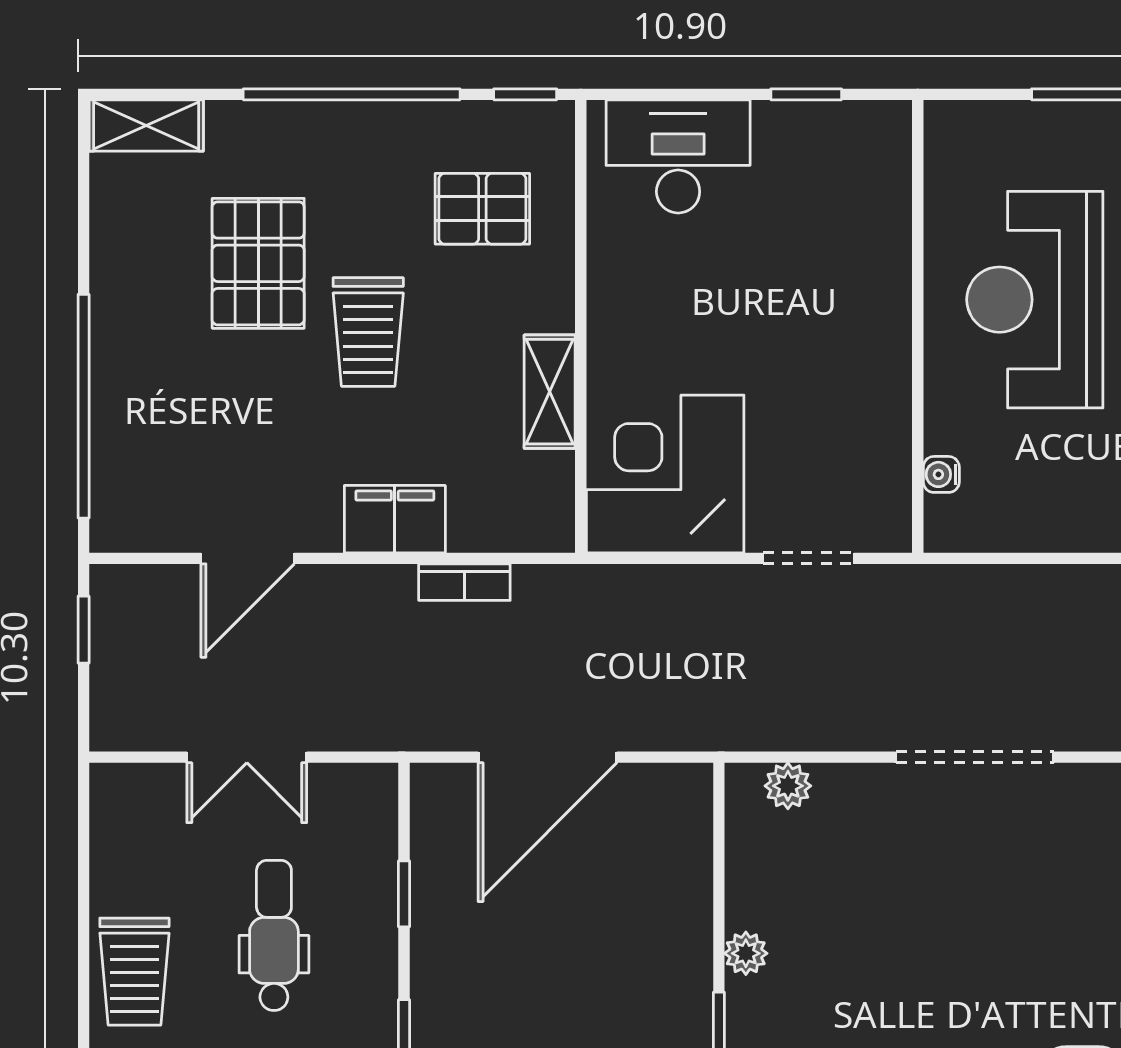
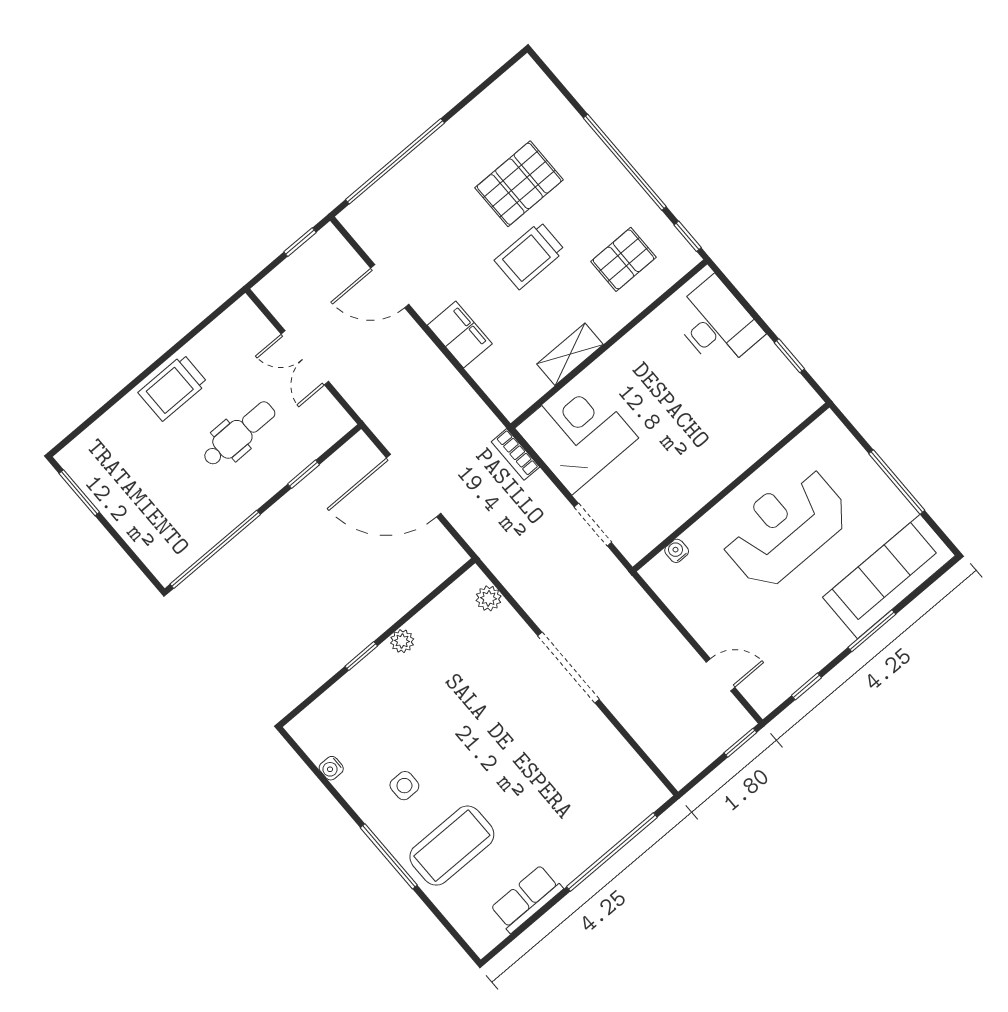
shelving: (146, 126) -> (537, 86), removed
pallet: (482, 209) -> (623, 259), turned 90
bookcase: (464, 582) -> (515, 454), moved

